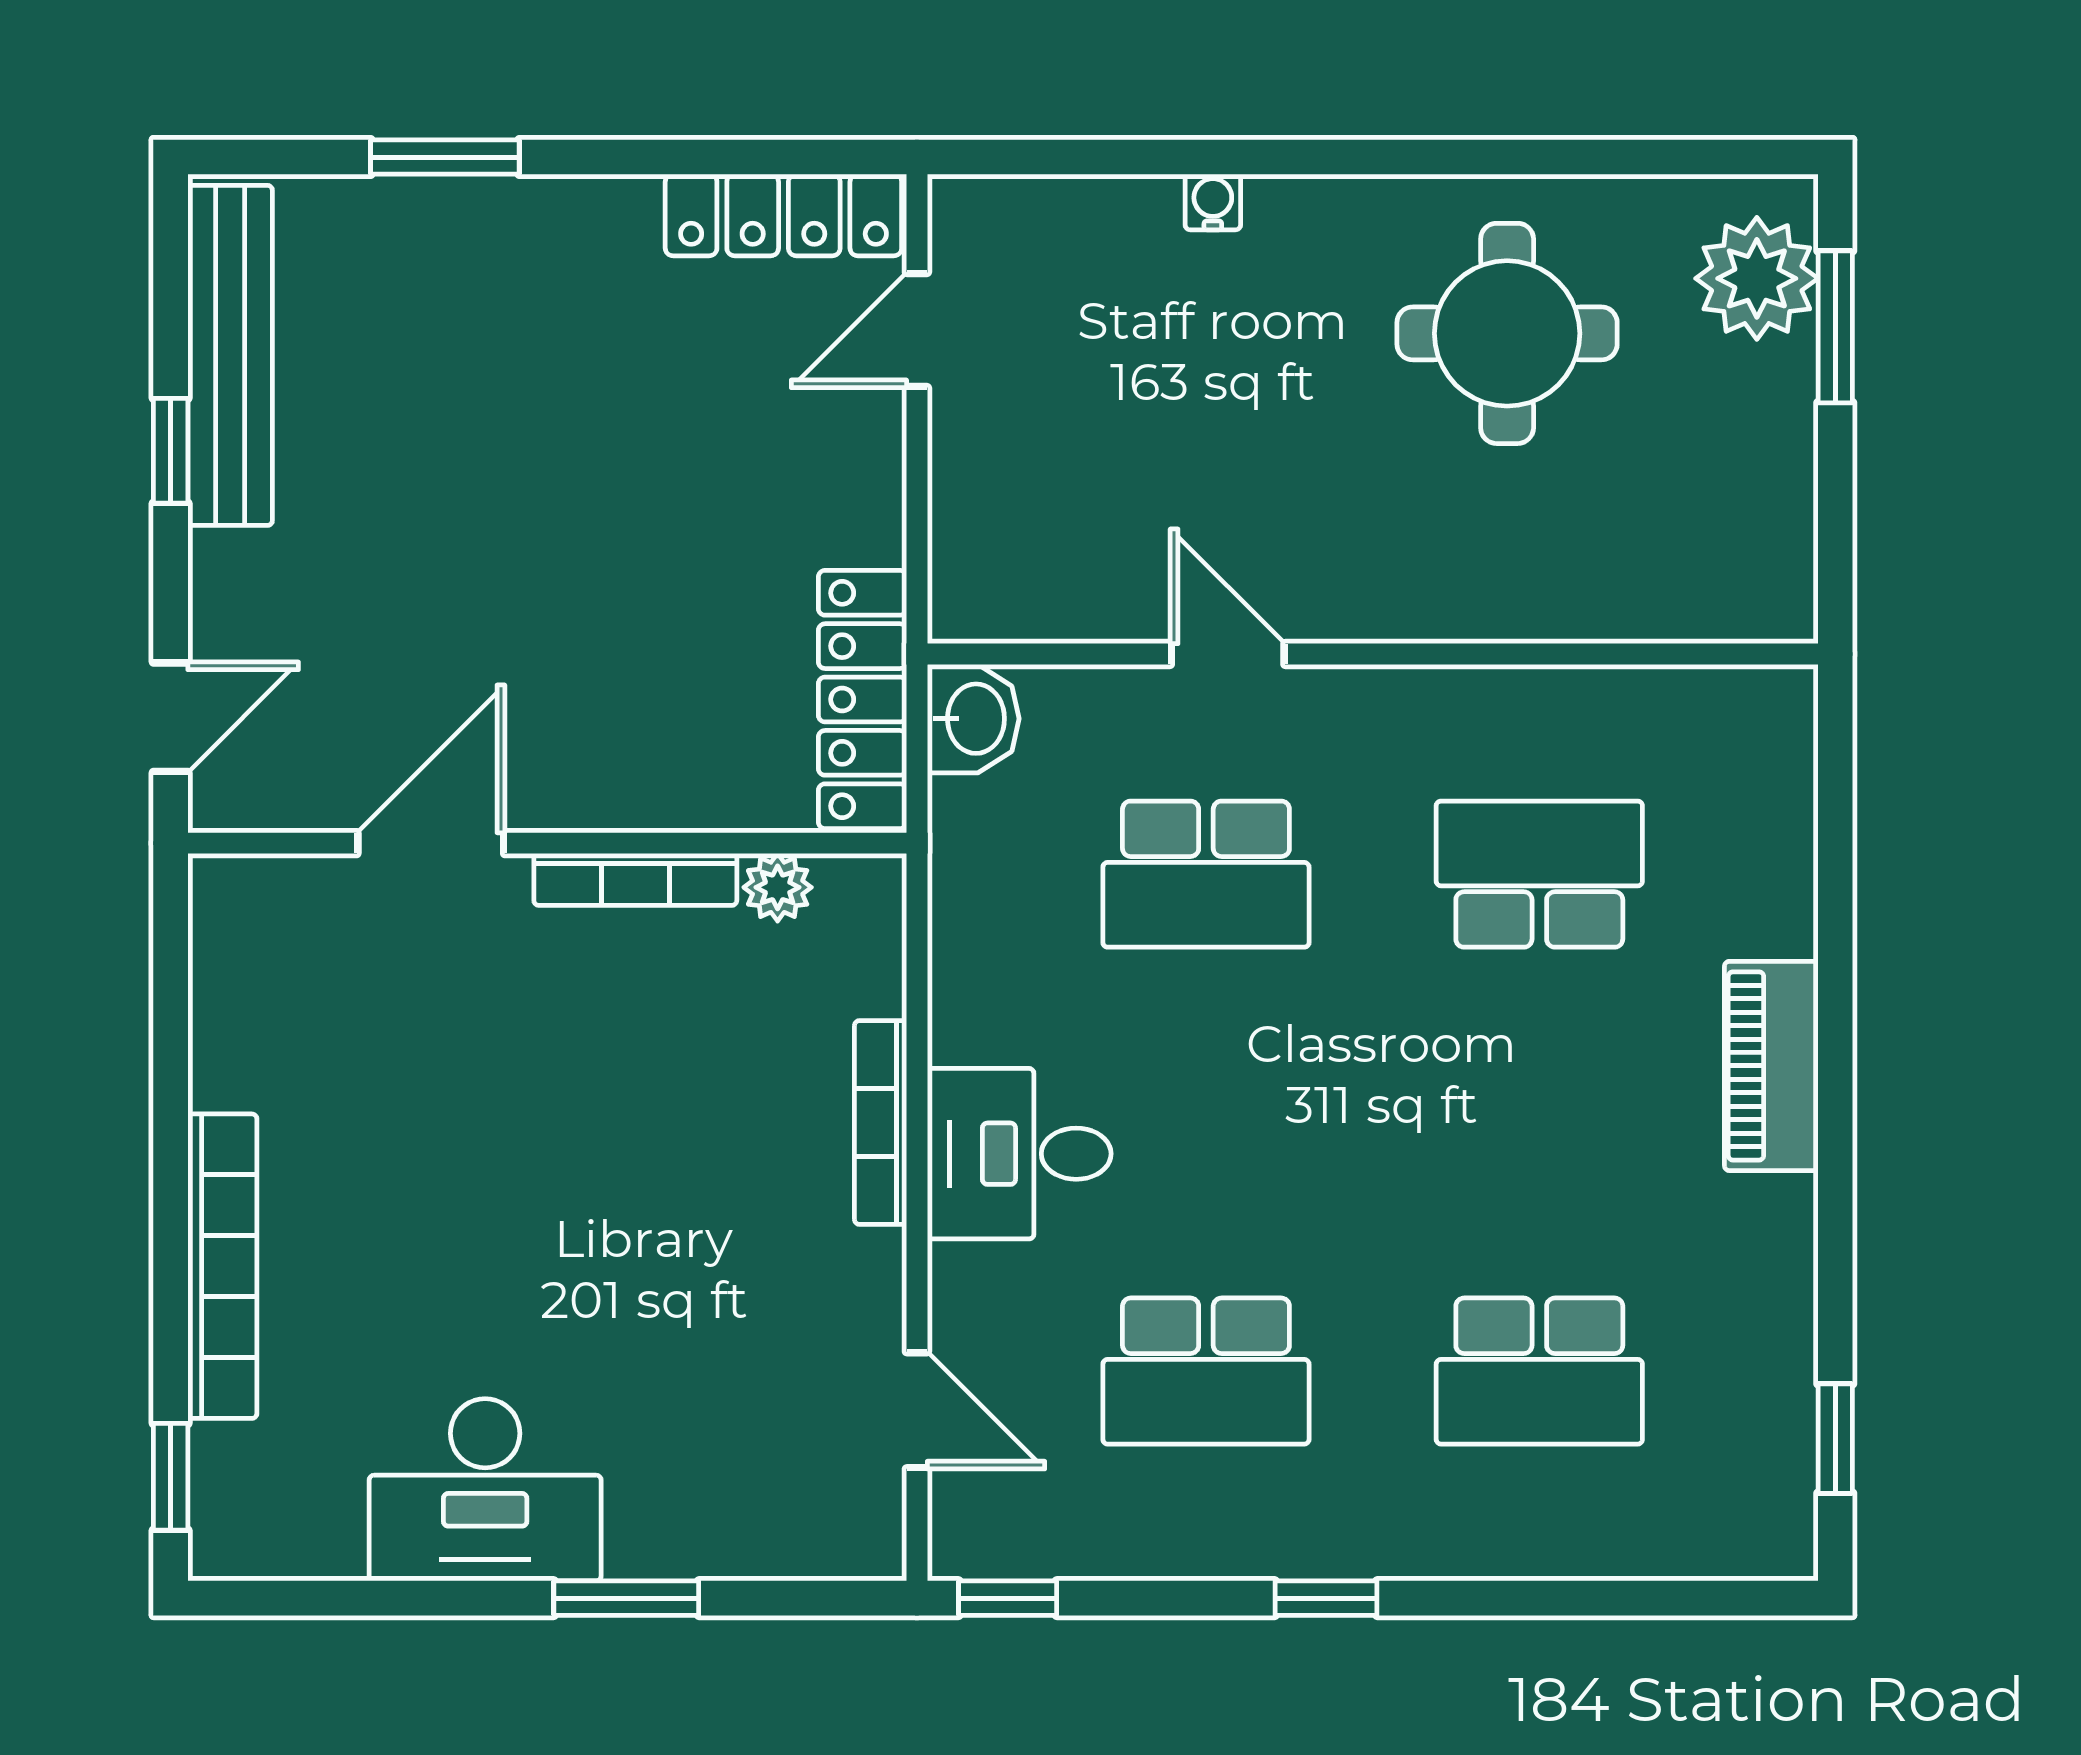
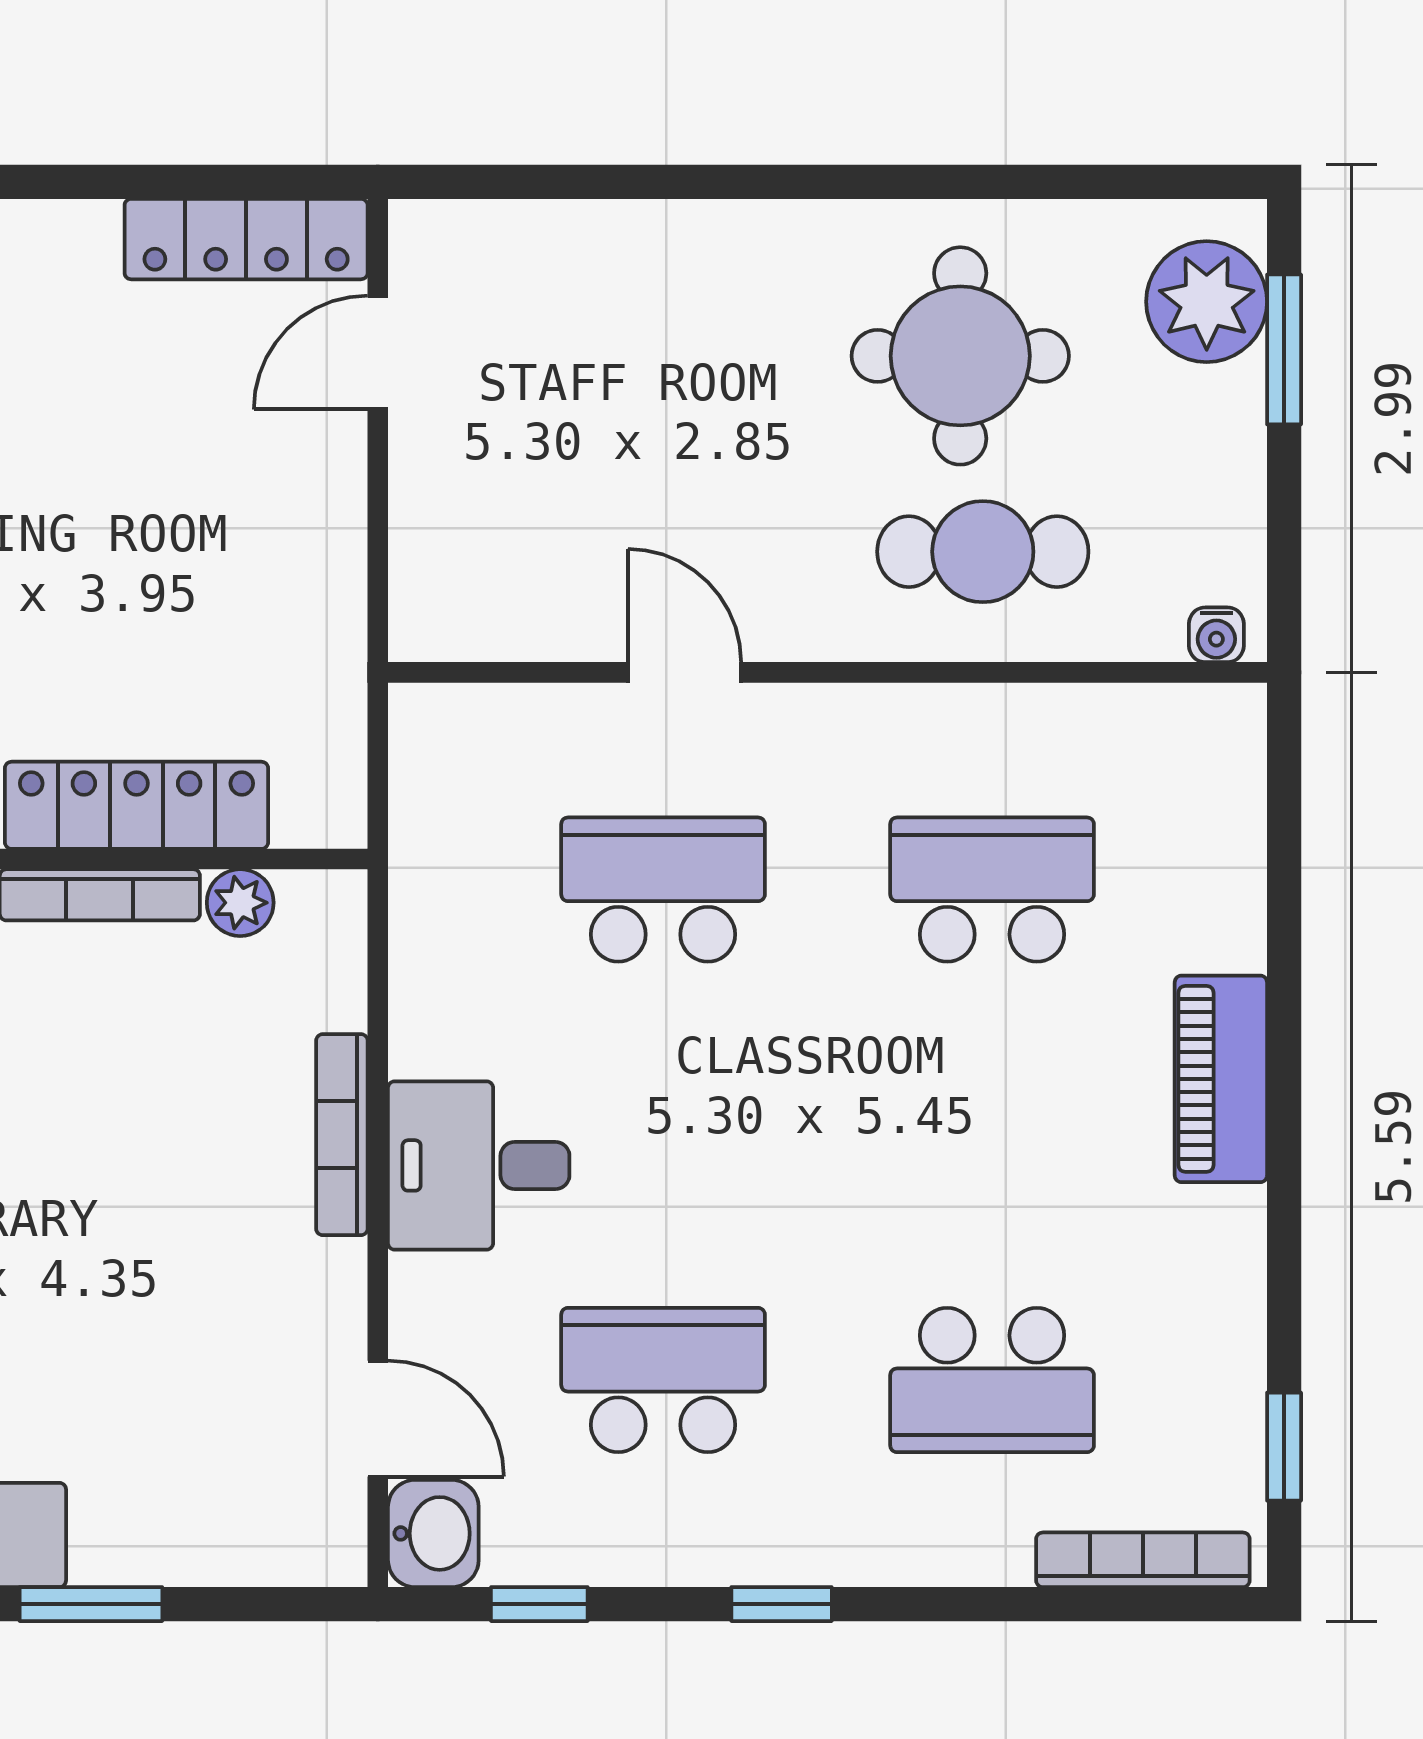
water cooler: (1213, 202) -> (1216, 635), moved, turned 180
cafe table: (1530, 532) -> (983, 552), added
locker: (862, 699) -> (137, 805), moved, turned 90
washbasin: (973, 719) -> (433, 1533), moved
school desk: (1206, 874) -> (663, 890), turned 180
school desk: (1206, 1371) -> (663, 1380), turned 180
bookcase: (1692, 1553) -> (1143, 1560), added
window: (1008, 1598) -> (539, 1604), moved

